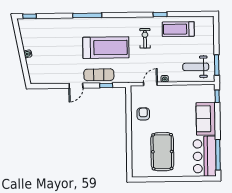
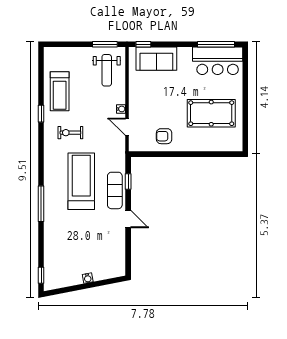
sofa: (206, 119) -> (156, 59), moved

